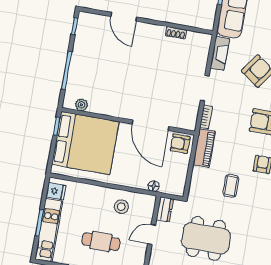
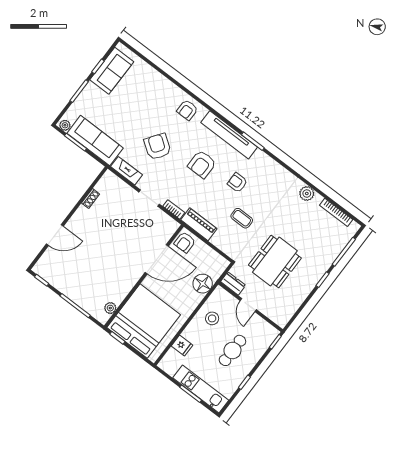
floor lamp: (154, 186) -> (203, 284), width x1.89, depth x1.89
fridge: (56, 191) -> (182, 346), moved, turned 90

